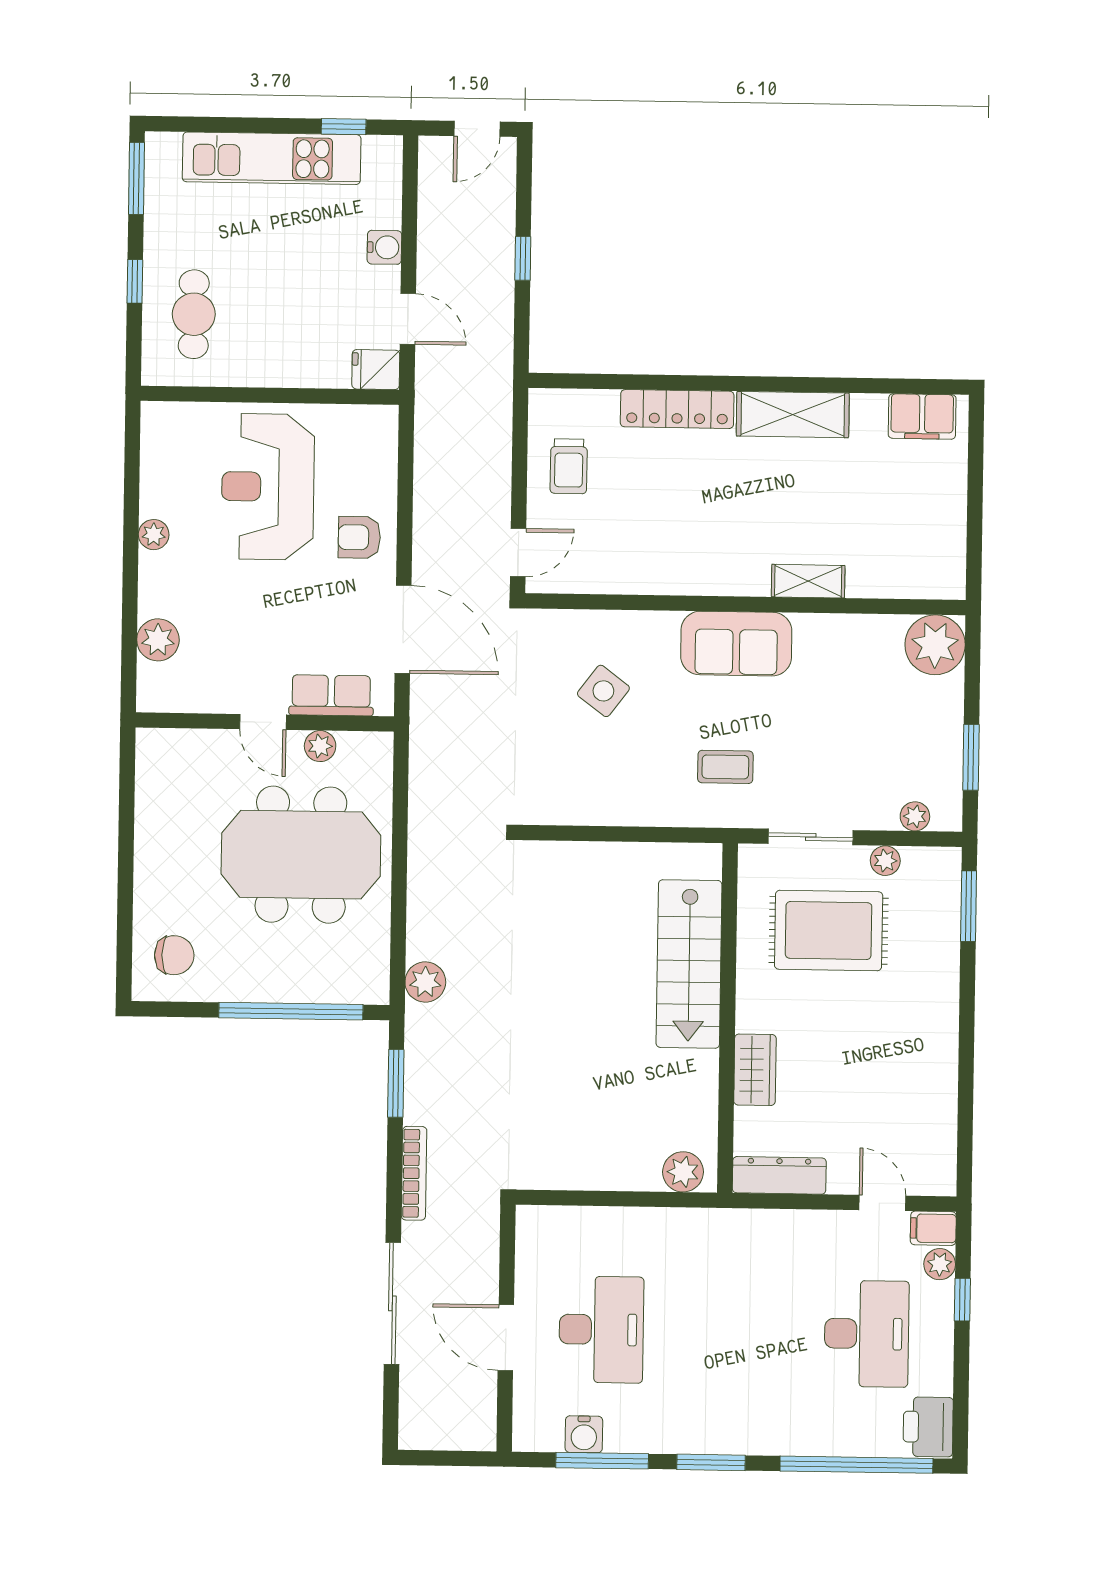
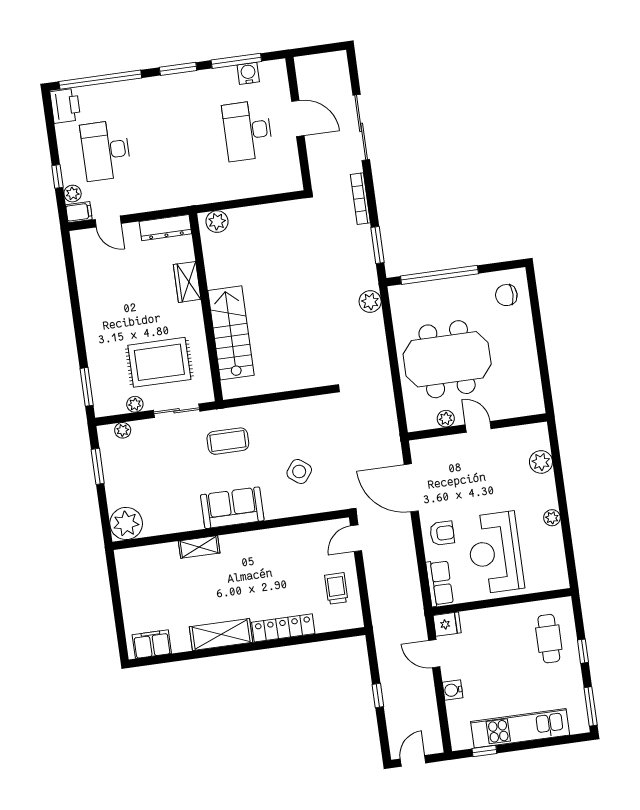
reception desk: (268, 487) -> (495, 553), turned 180
row of seats: (331, 695) -> (440, 583), moved, turned -90
coffee table: (725, 767) -> (228, 441), width x1.36, depth x1.30

